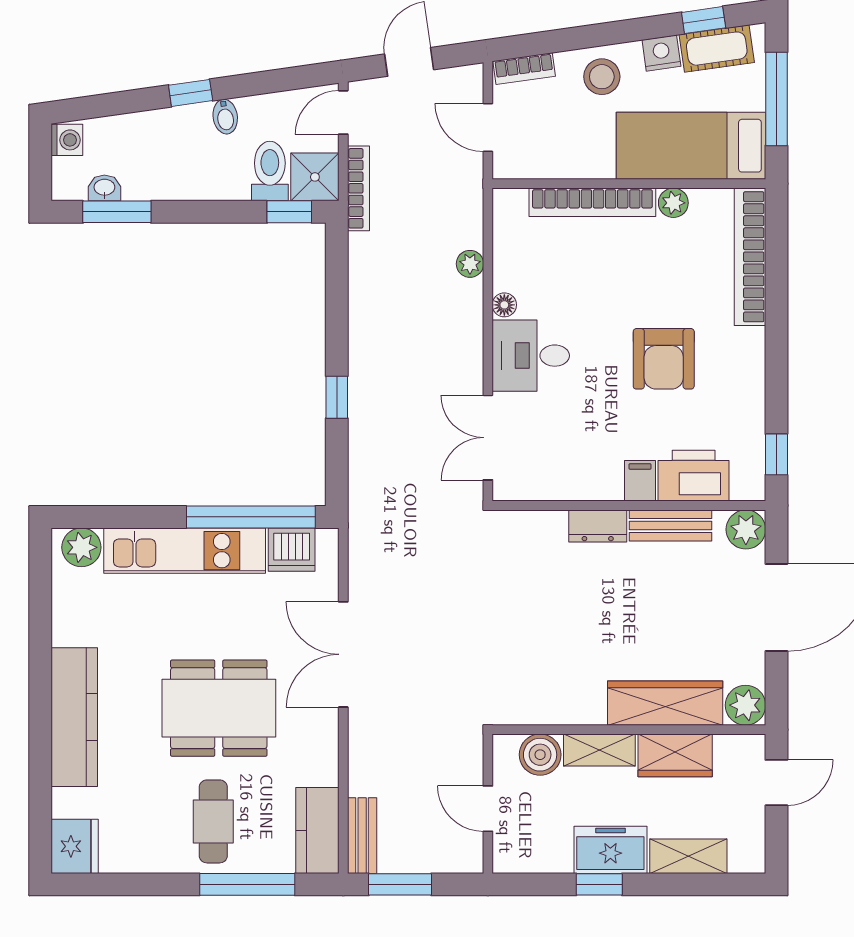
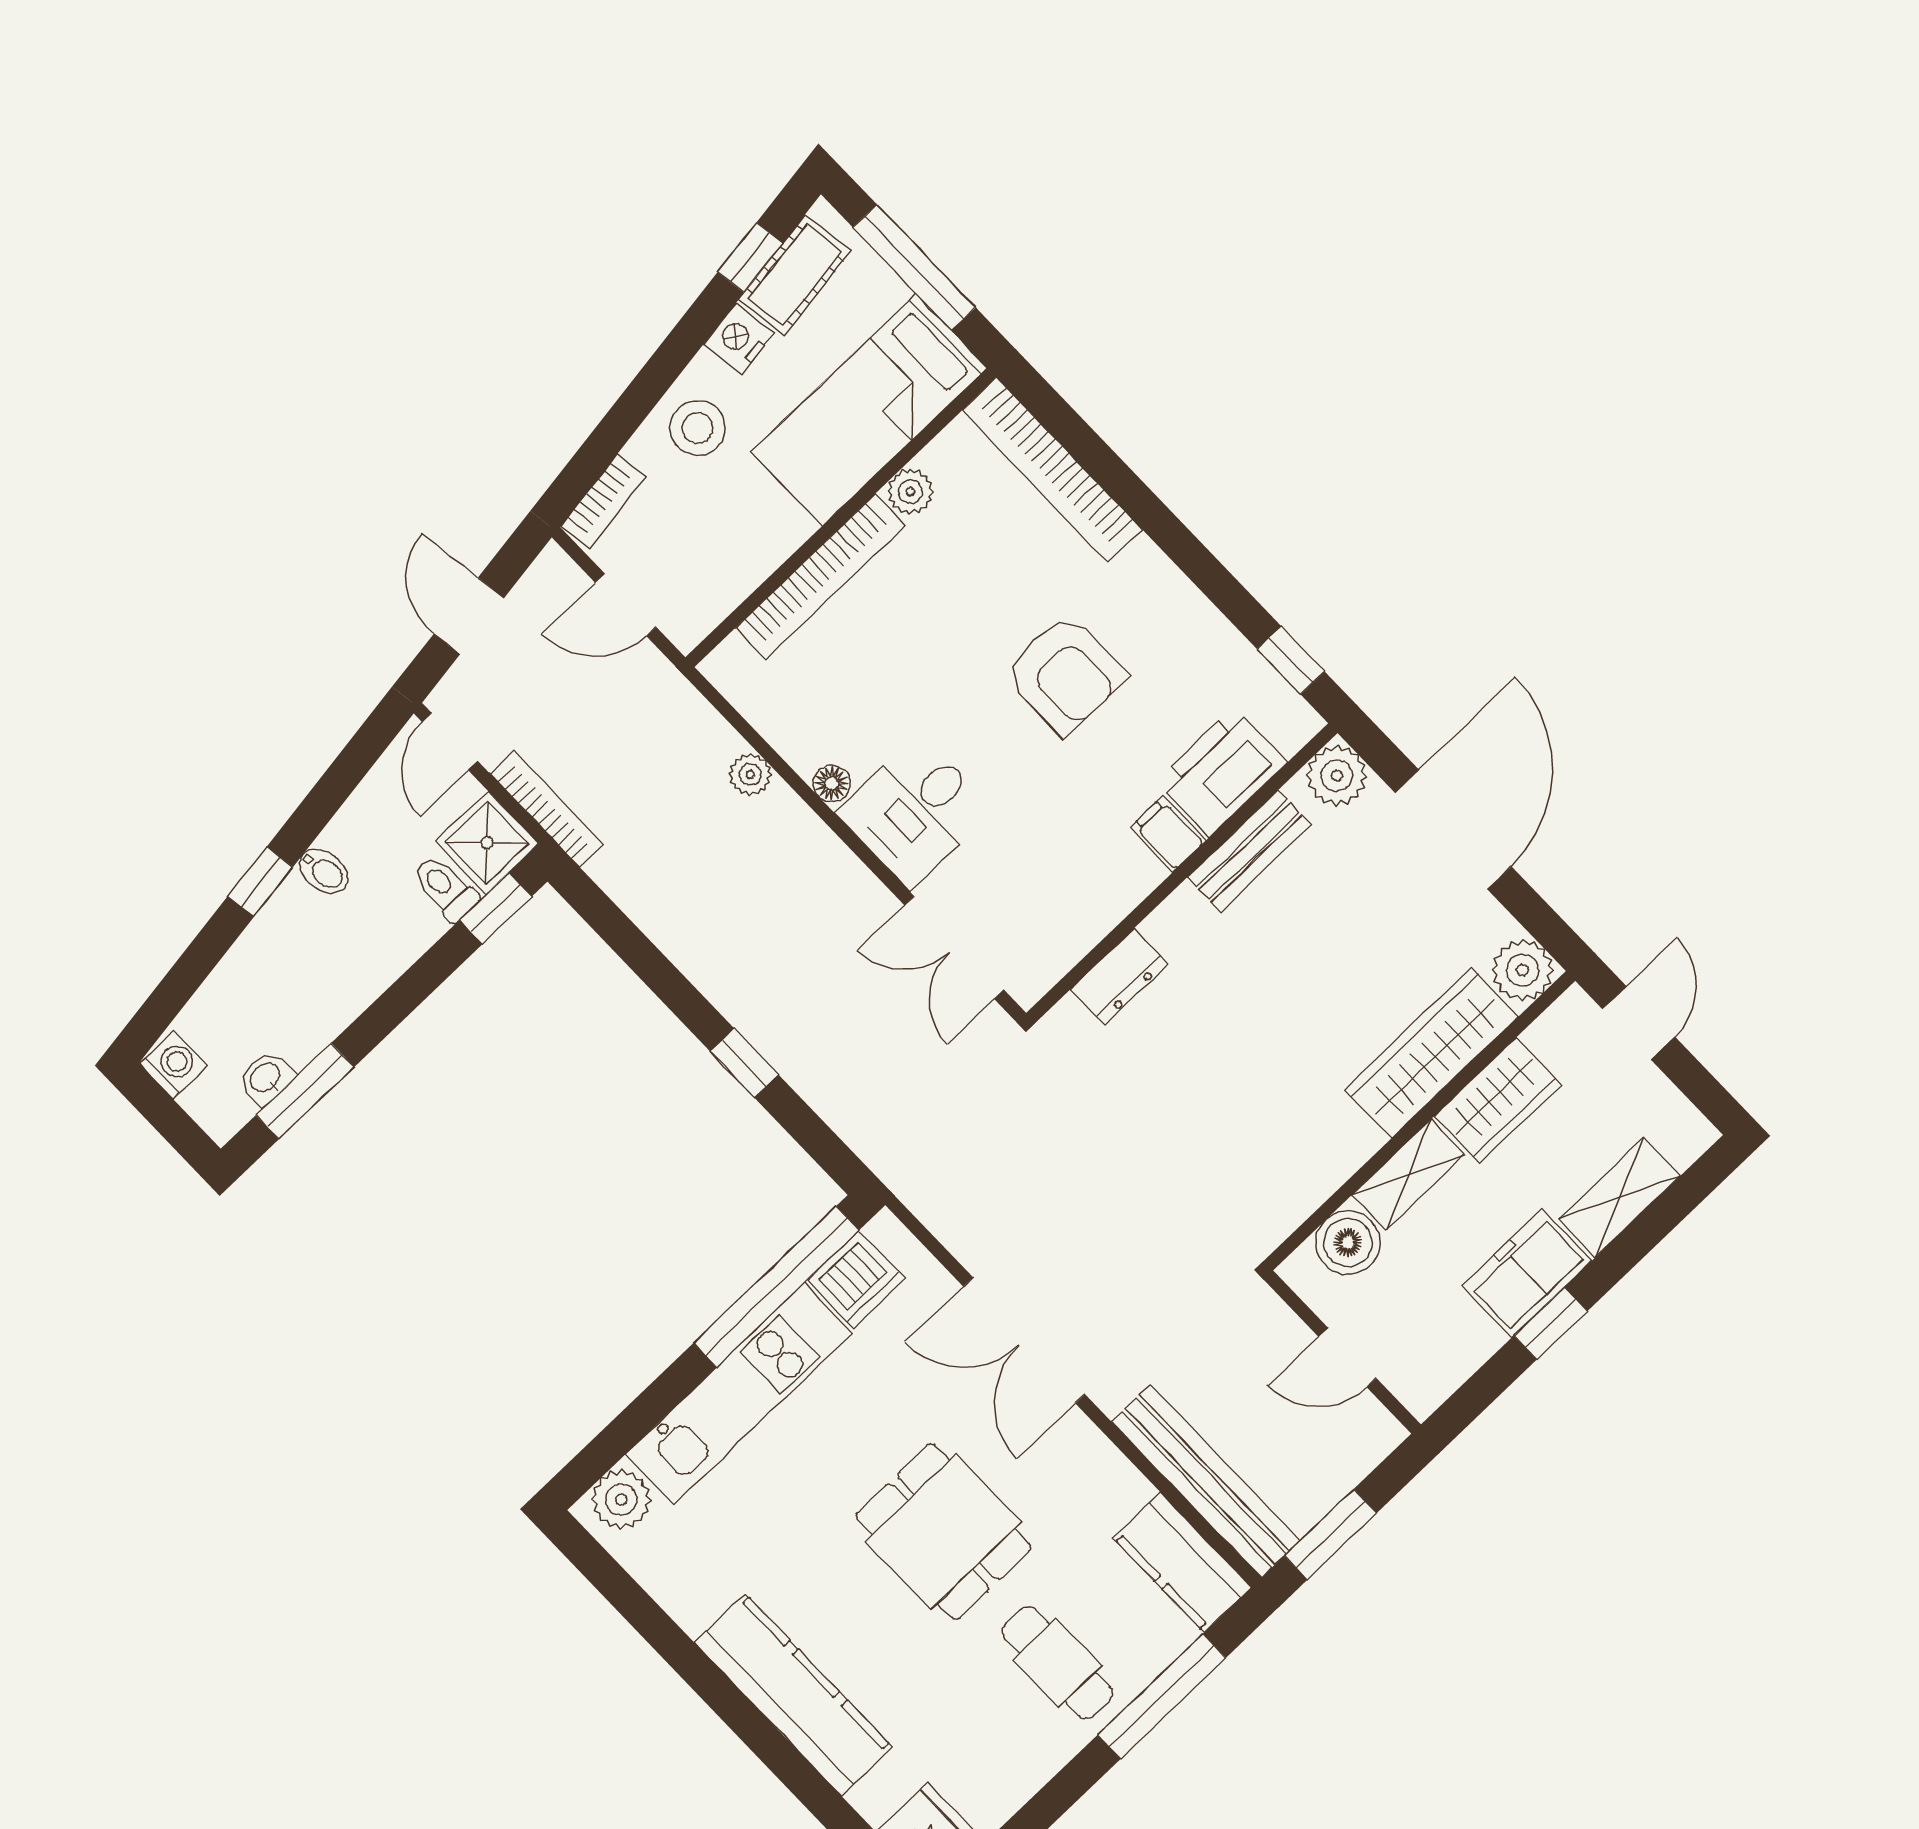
toilet: (270, 171) -> (445, 888), width x0.73, depth x0.72
dresser: (598, 526) -> (1120, 976), moved
dining table: (219, 708) -> (944, 1532), width x0.73
bench: (362, 836) -> (1206, 1481), width x1.86, depth x1.21

